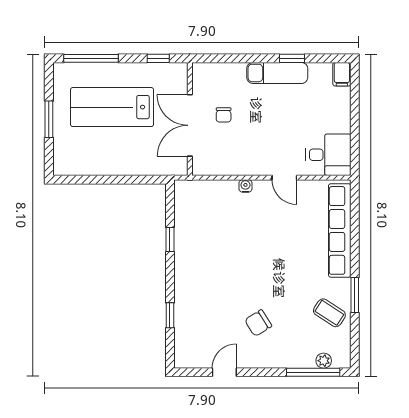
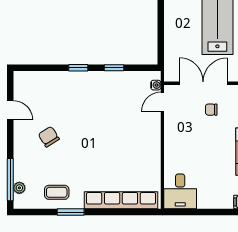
door: (284, 178) -> (162, 102), moved
water cooler: (245, 186) -> (156, 85), moved
coffee table: (329, 313) -> (57, 192), turned 57
window: (170, 315) -> (78, 68), moved

